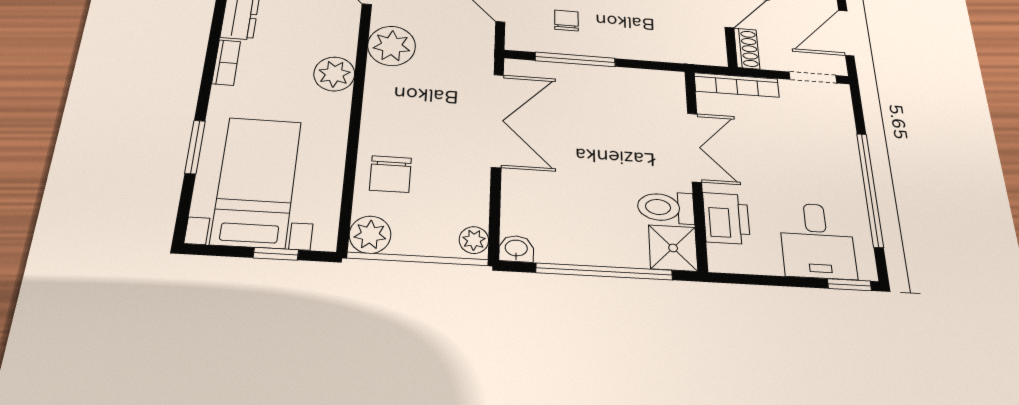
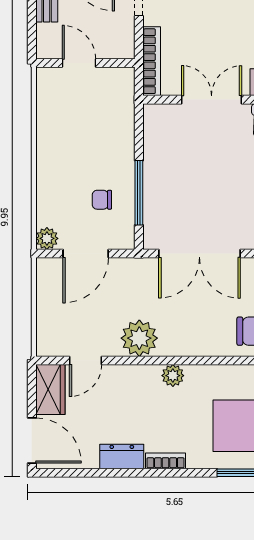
shoe rack: (747, 49) -> (116, 50), removed
plant: (334, 74) -> (173, 376), width x0.73, depth x0.73
double door: (497, 120) -> (199, 254), swing flipped

